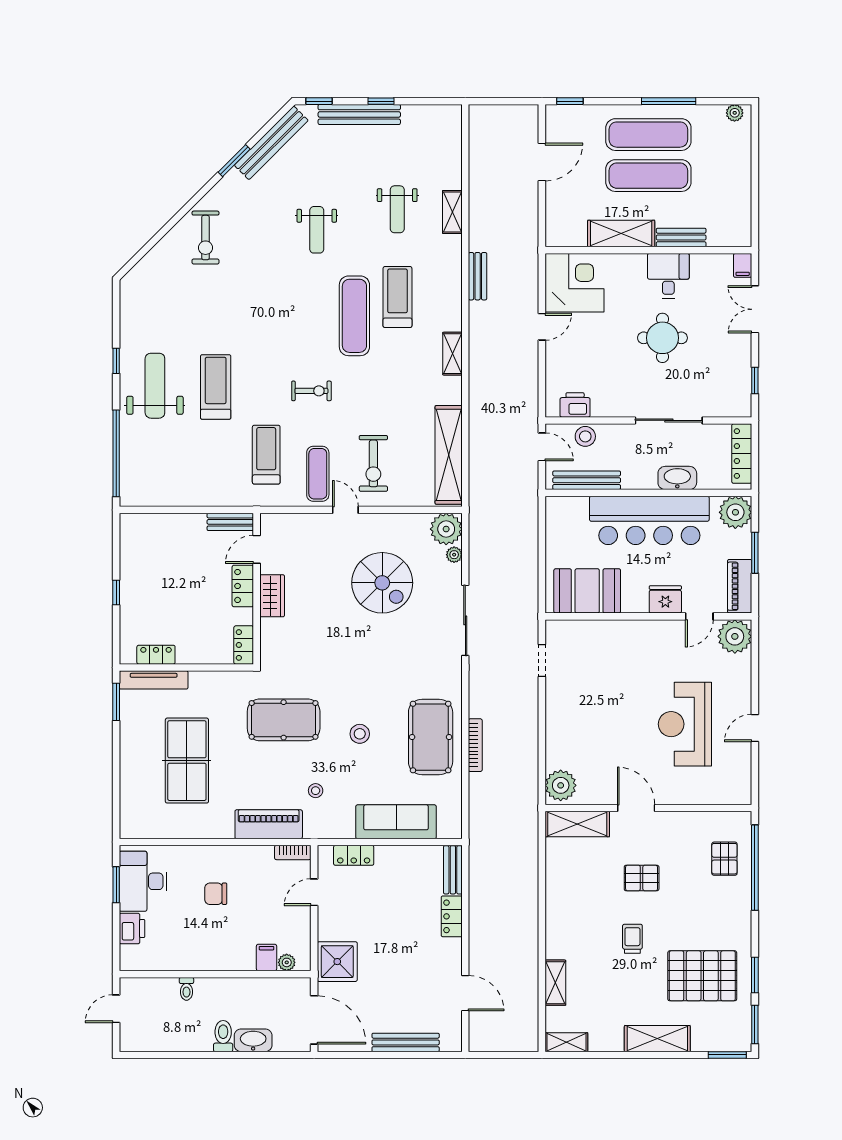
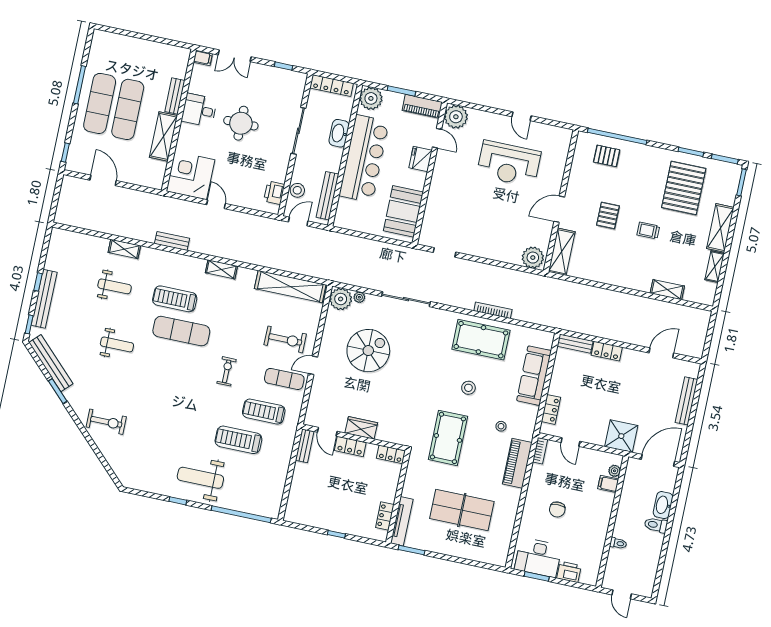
plant: (735, 113) -> (97, 41), removed
treadmill: (216, 387) -> (238, 440), moved
shelving: (566, 1042) -> (715, 267), moved

